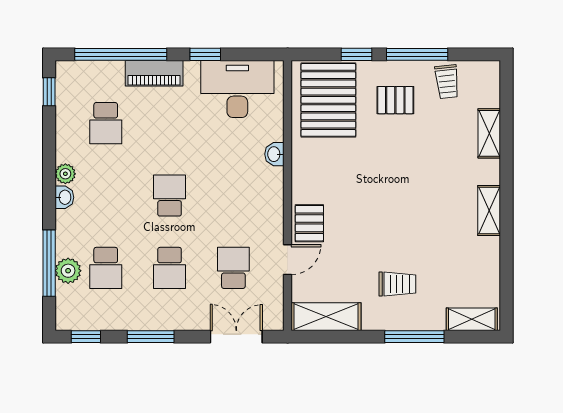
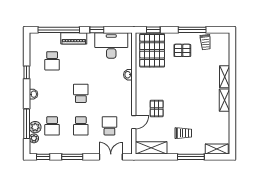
window: (356, 54) -> (153, 30), moved
window: (49, 92) -> (27, 72), moved
shelving: (489, 133) -> (225, 77), moved
plant: (65, 174) -> (34, 138), moved
pallet: (309, 223) -> (157, 108), moved

